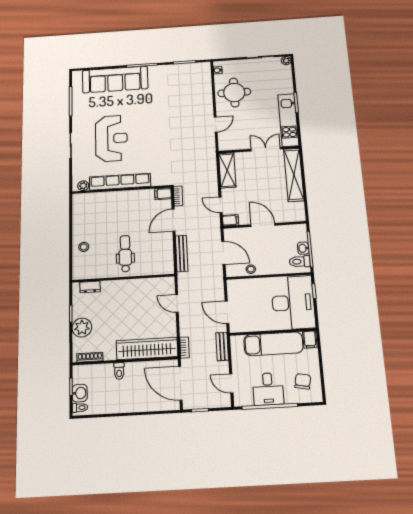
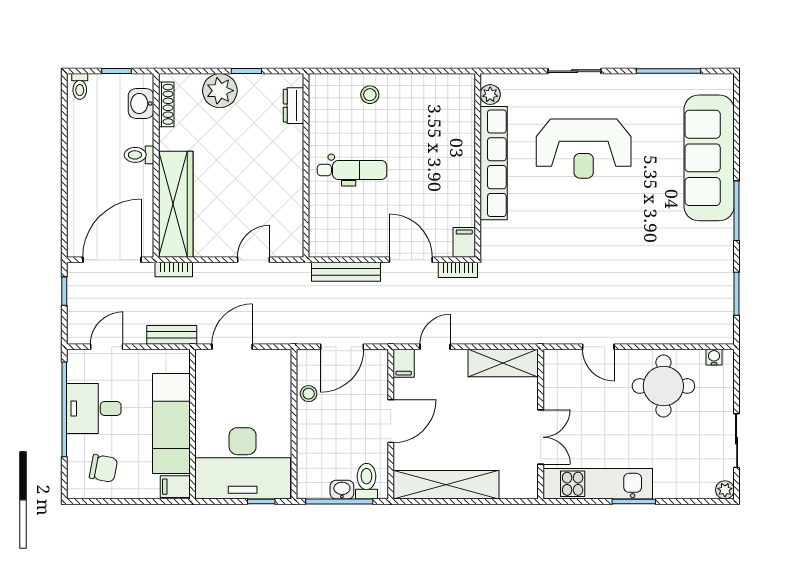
shelving: (294, 175) -> (446, 485), moved
toilet: (300, 261) -> (366, 481), moved
washbasin: (80, 393) -> (141, 103), moved, turned 90

